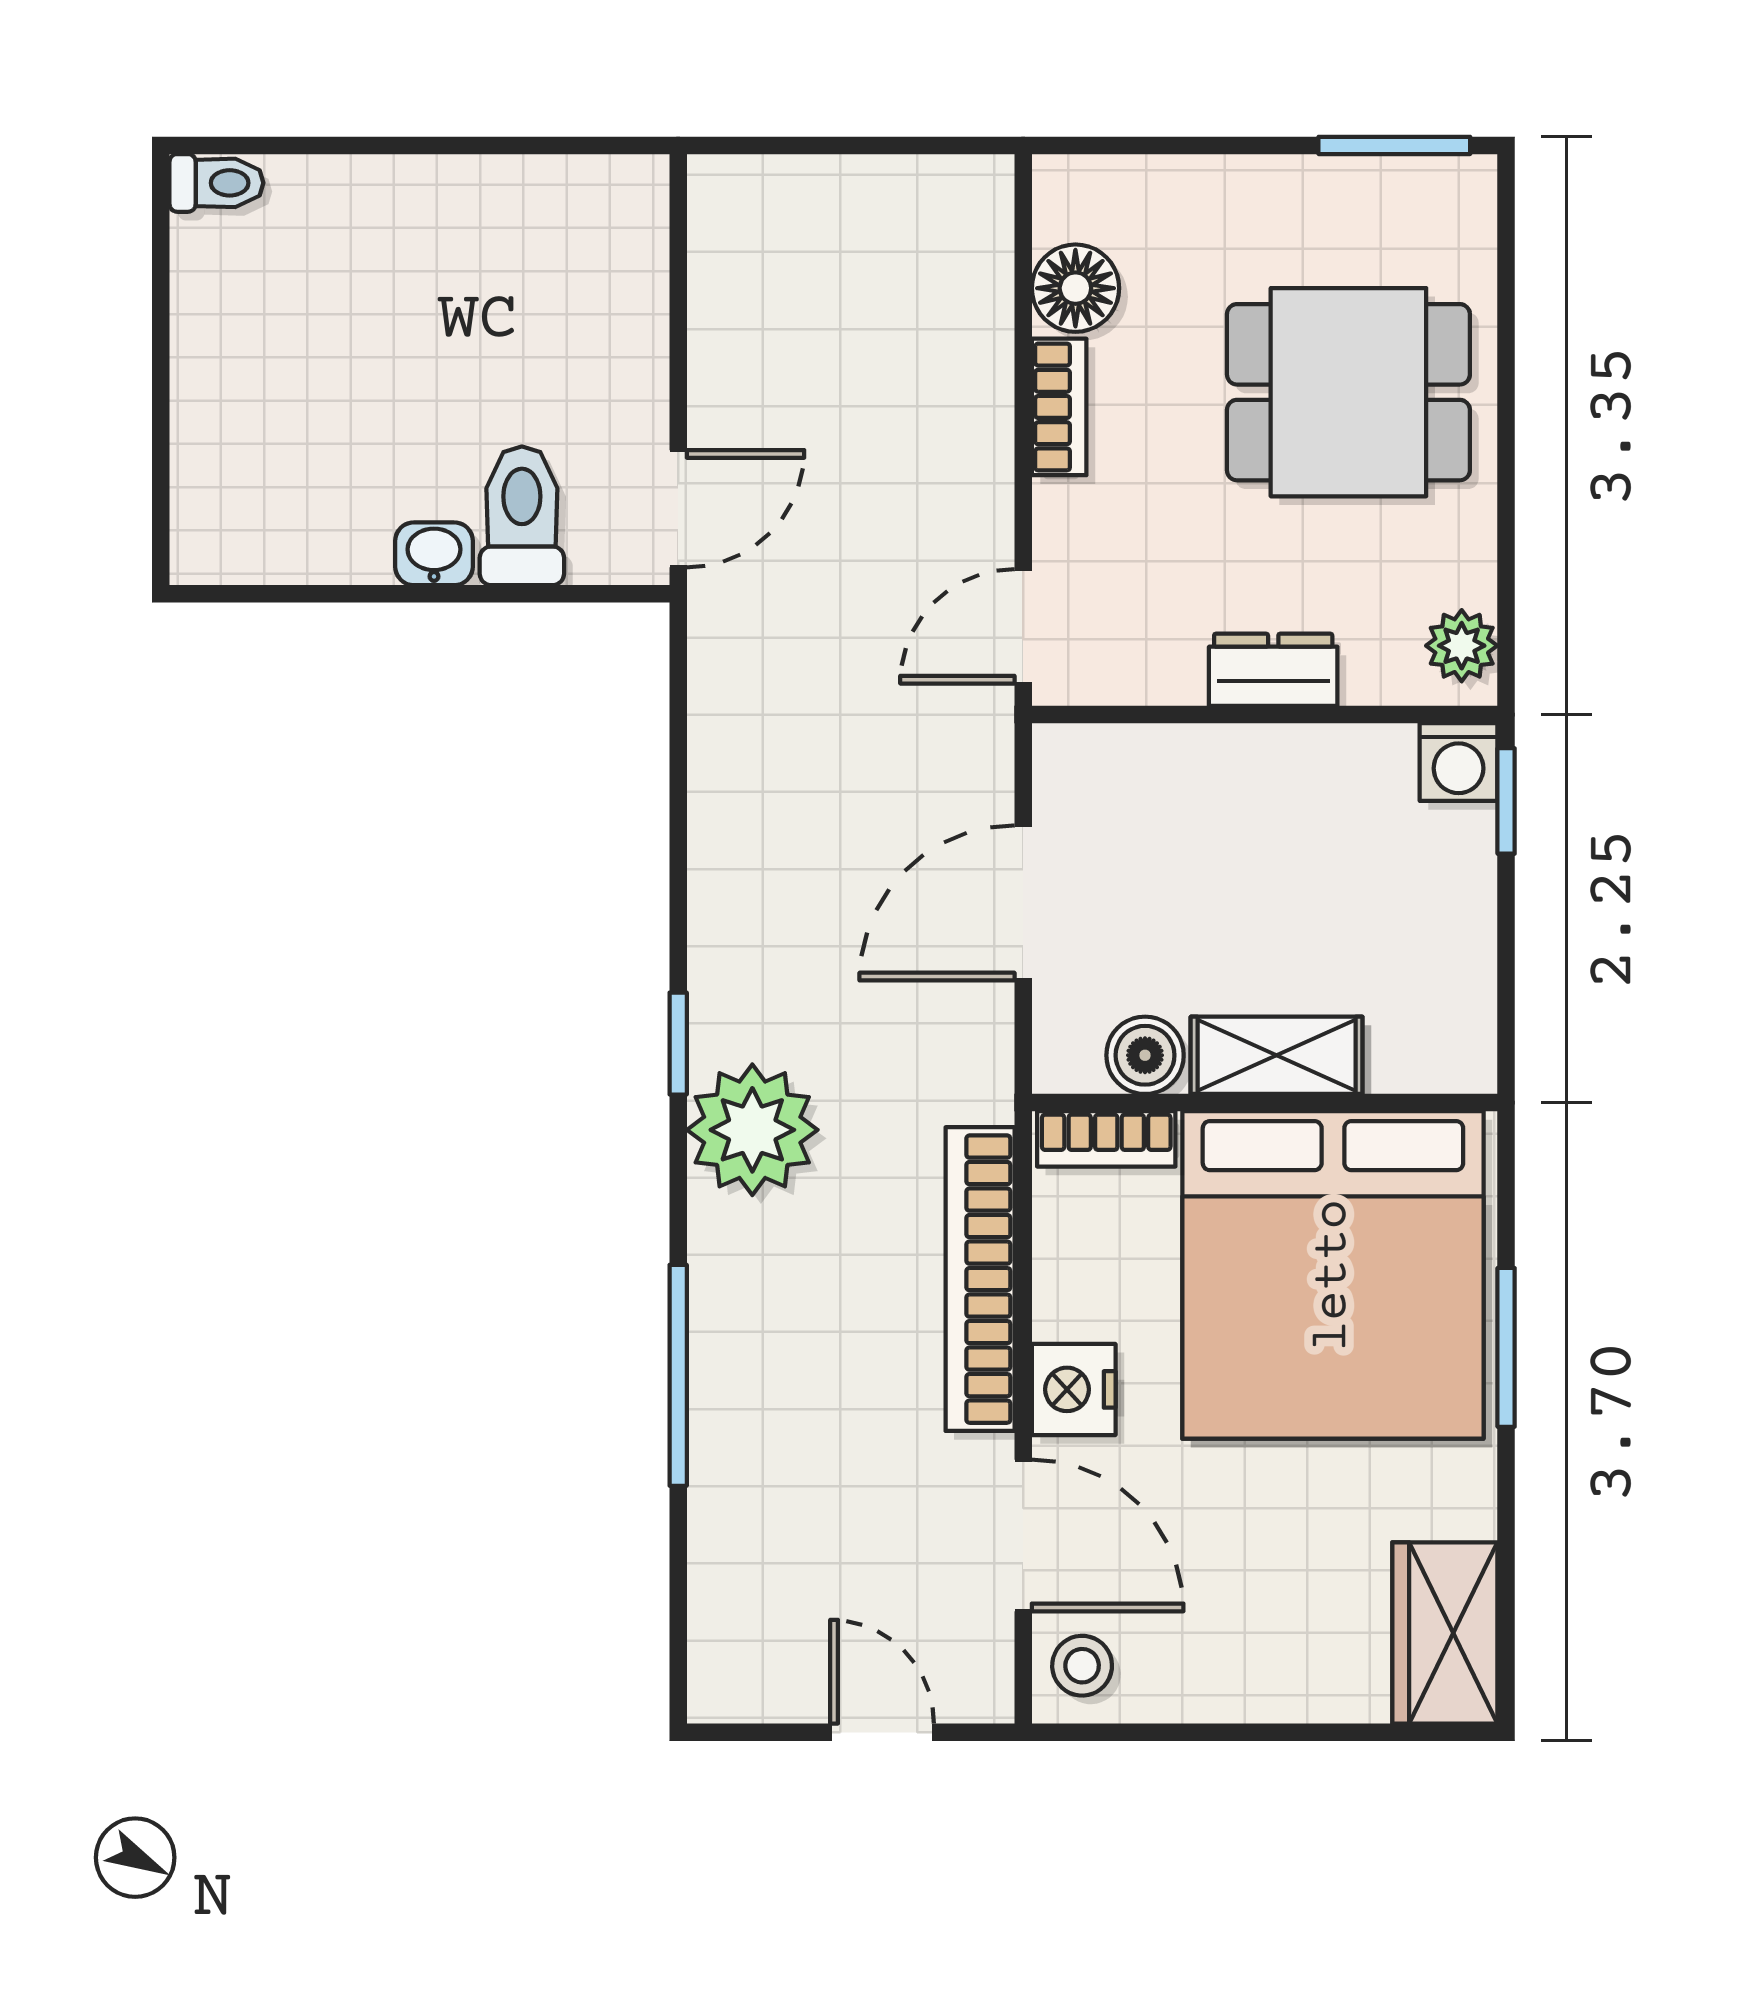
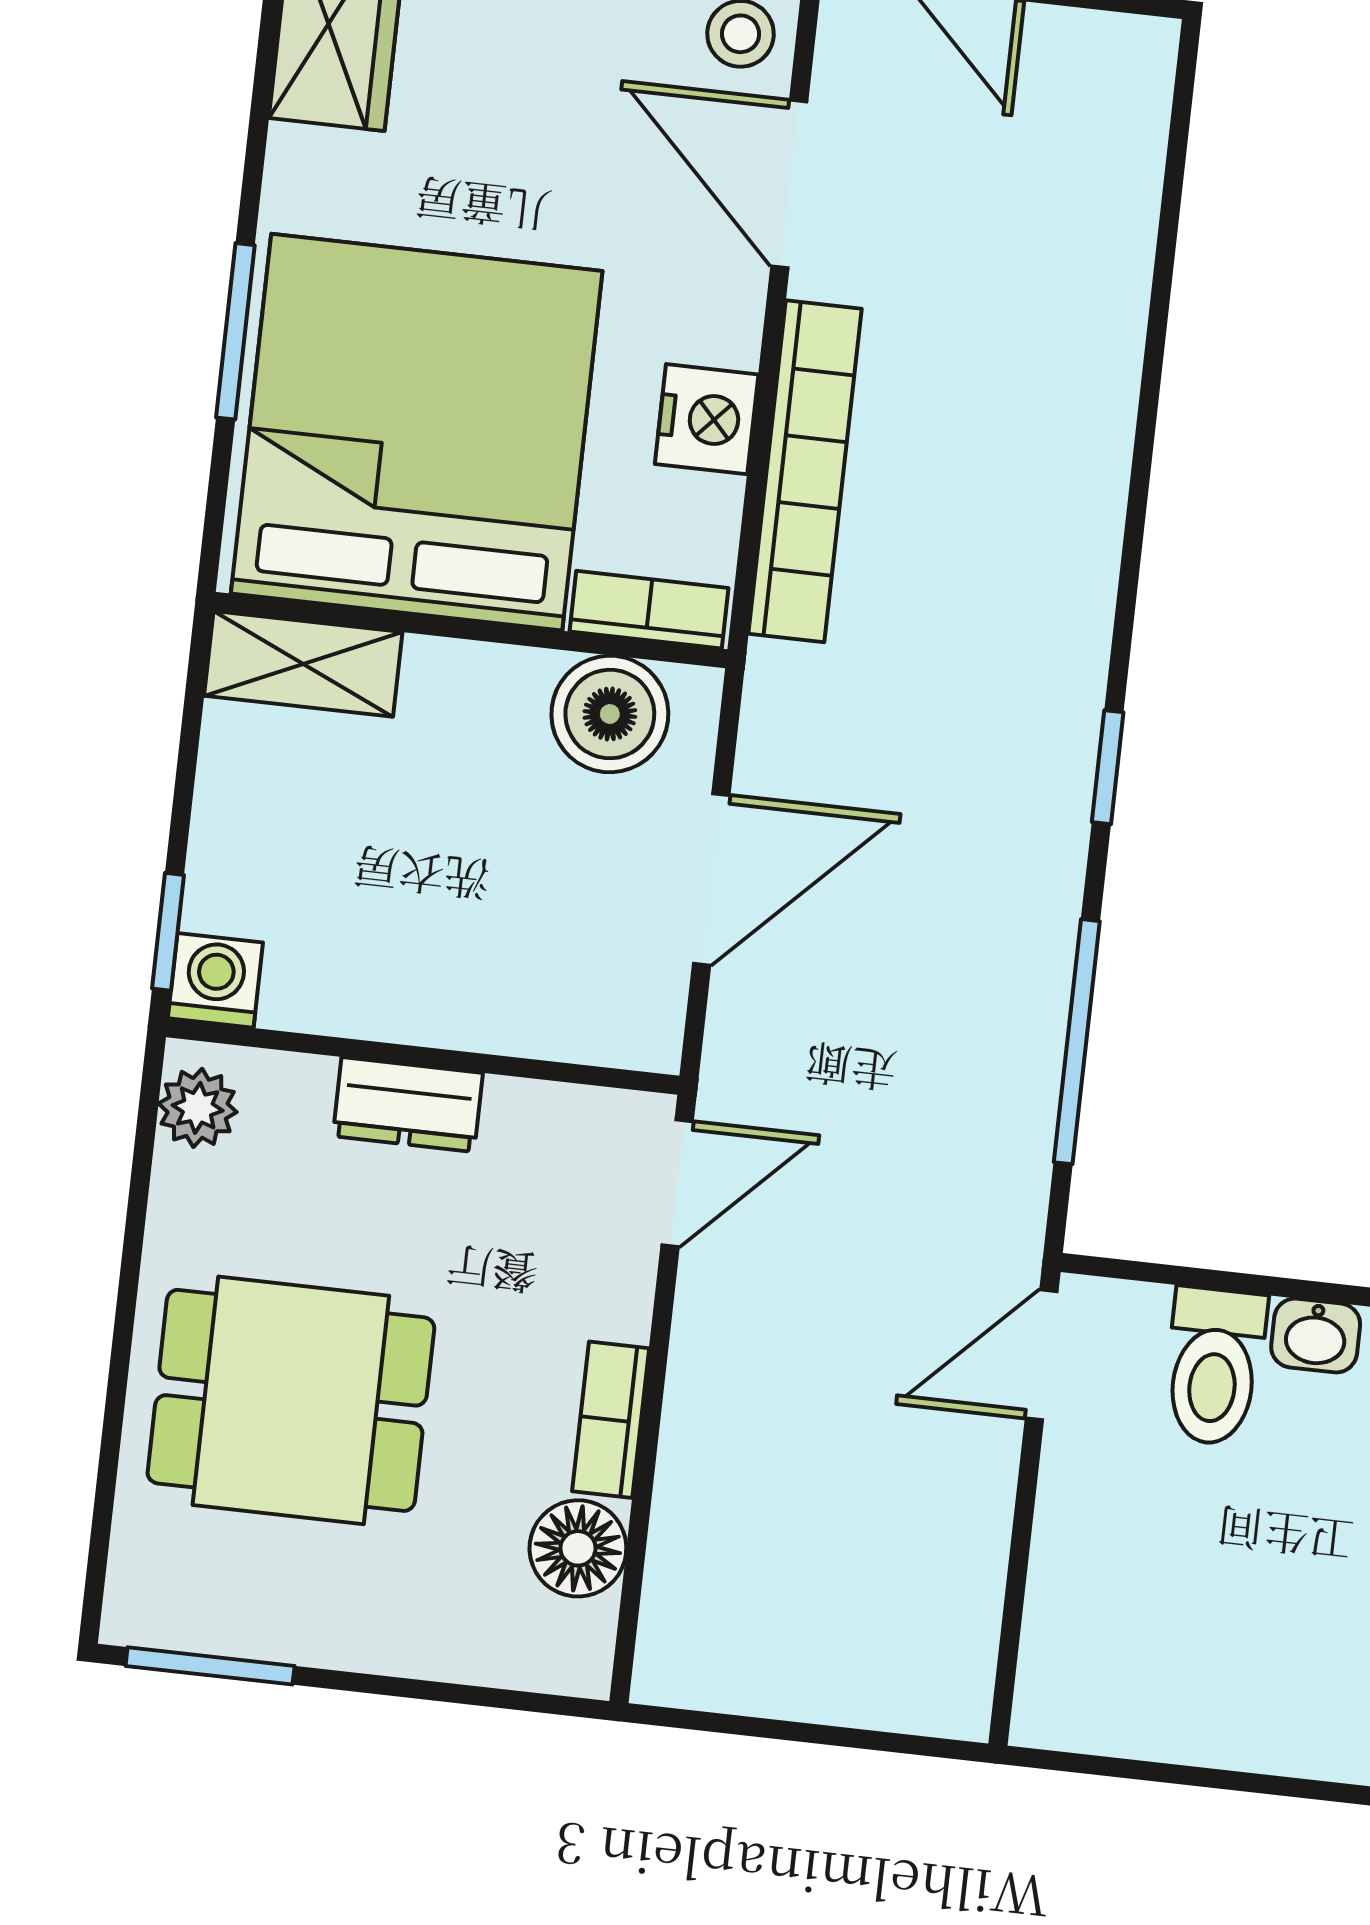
boiler: (1145, 1055) -> (610, 714), width x1.36, depth x1.36
shelving: (1277, 1055) -> (303, 664), moved
plant: (752, 1130) -> (1037, 663), removed
window: (678, 1375) -> (1077, 1042), moved
nightstand: (1074, 1389) -> (707, 419), moved

